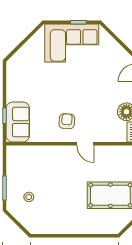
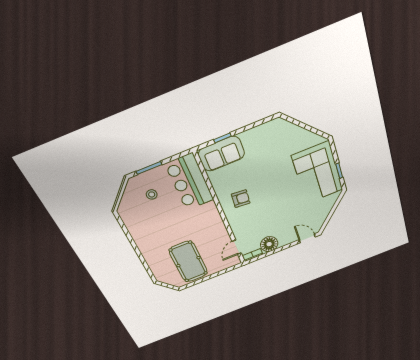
door: (85, 144) -> (237, 247), moved
bar counter: (32, 160) -> (190, 182), added

